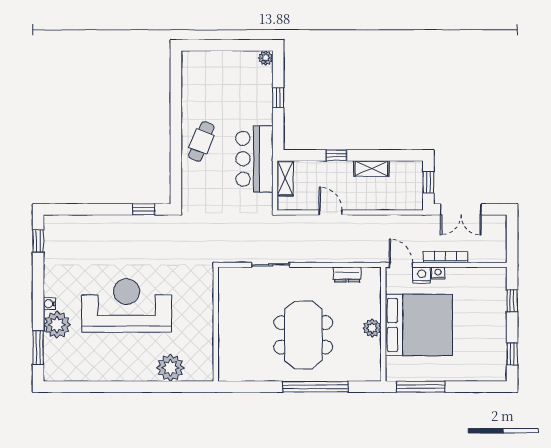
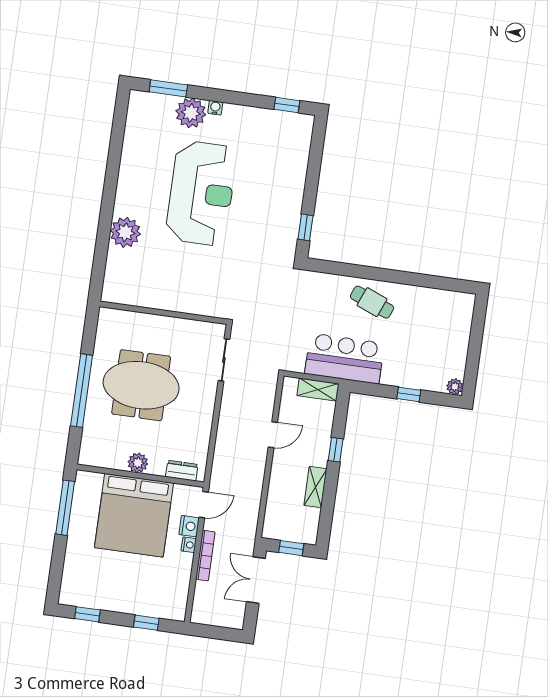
dresser: (347, 275) -> (182, 471), moved, turned 90
wall: (216, 324) -> (163, 313), moved

